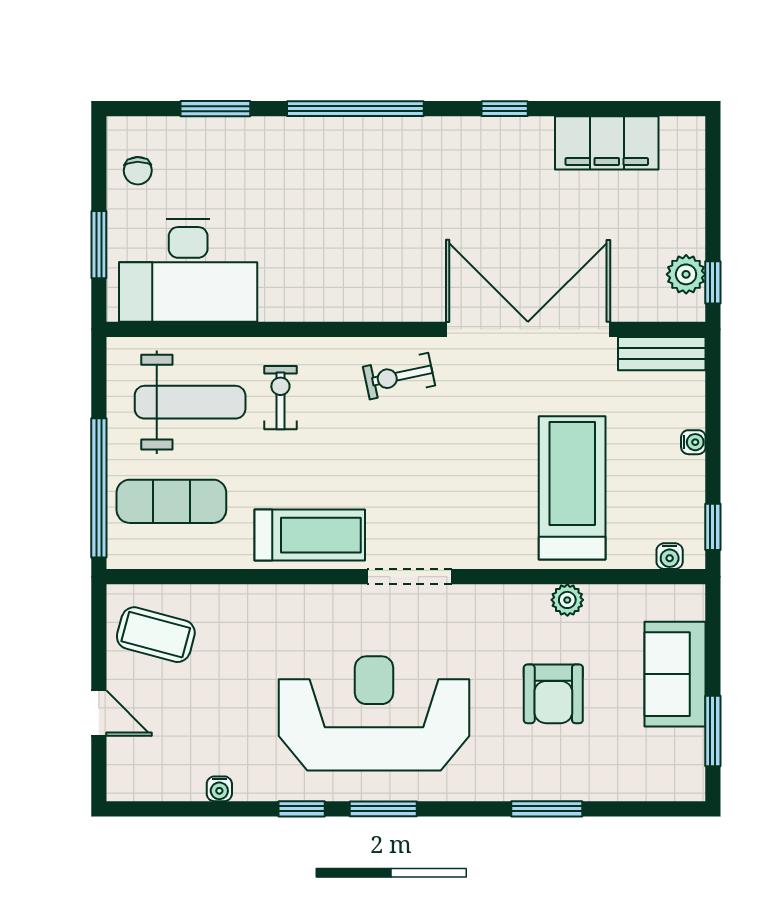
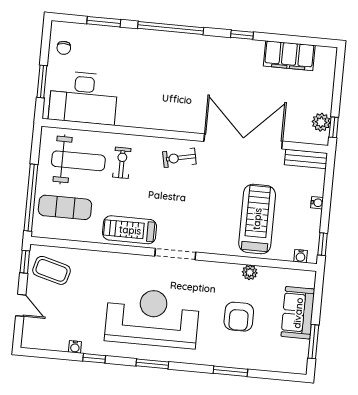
treadmill: (310, 535) -> (130, 230), turned 180
window: (99, 622) -> (25, 262), added
window: (302, 809) -> (94, 358), moved

